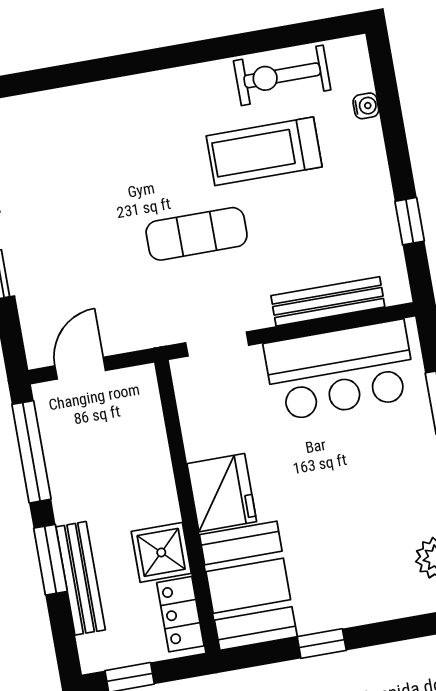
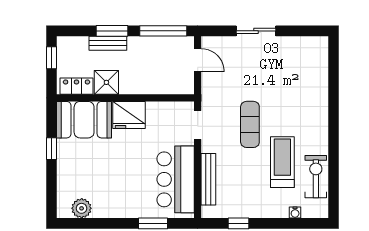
bench: (81, 578) -> (108, 43), width x0.73

